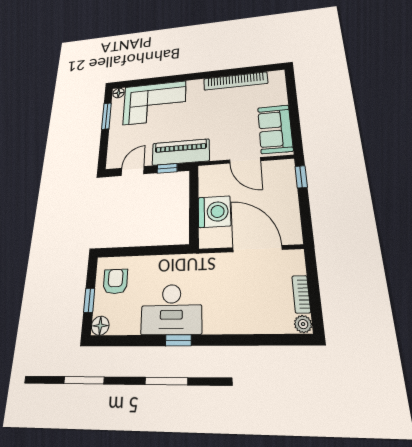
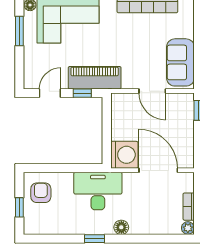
washing machine: (214, 212) -> (124, 155), moved
desk: (171, 309) -> (98, 191), moved, turned 180
floor lamp: (100, 326) -> (121, 227), moved

